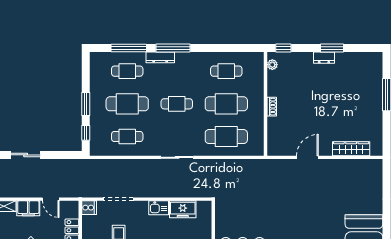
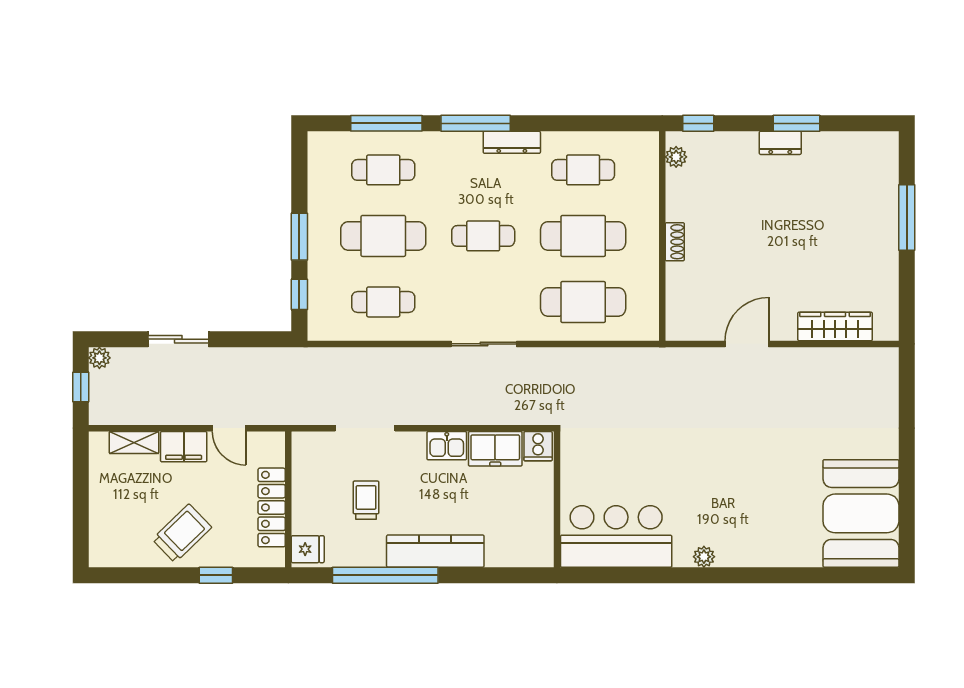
dresser: (160, 57) -> (512, 142), moved
cooker: (89, 208) -> (538, 446), moved, turned 90

